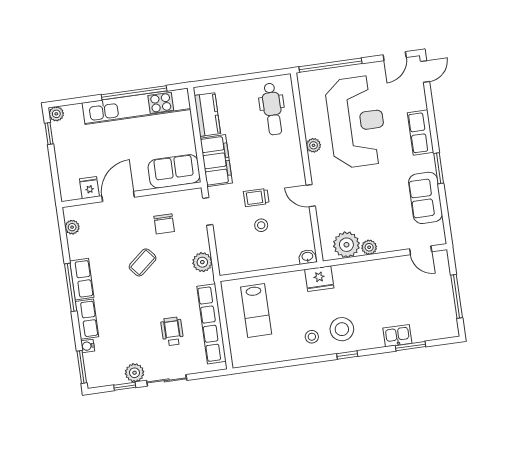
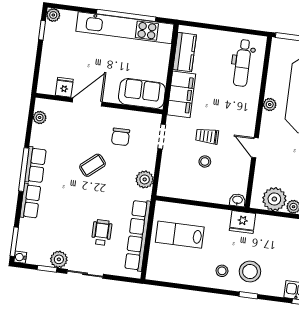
lab bench: (256, 311) -> (180, 235), turned 90
water cooler: (88, 346) -> (20, 257), moved

